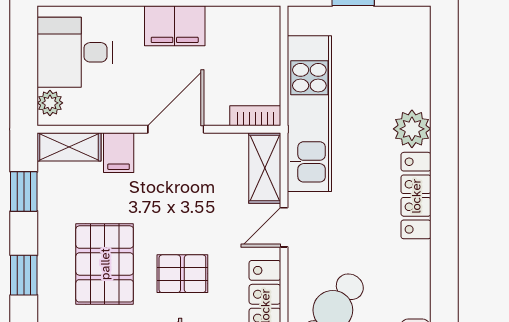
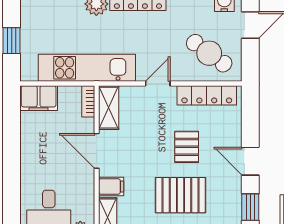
filing cabinet: (175, 26) -> (39, 98), moved, turned 90
shelving: (265, 168) -> (109, 108), moved, turned 90
door: (284, 227) -> (158, 84), swing flipped

